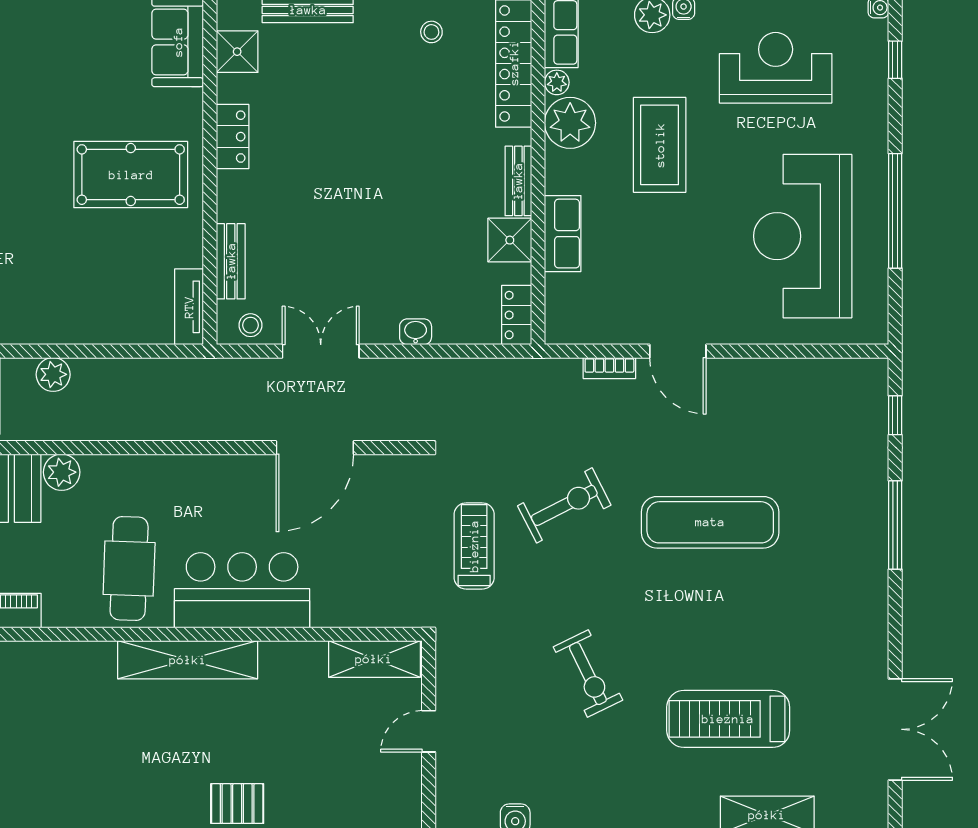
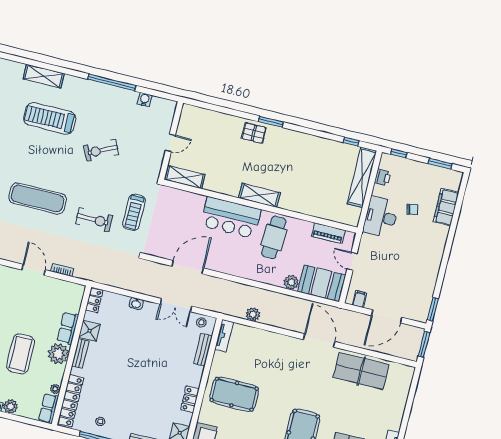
plant: (570, 123) -> (58, 354), moved
plant: (53, 374) -> (253, 314), moved
exercise bike: (564, 505) -> (94, 220), turned -153
shelving: (188, 660) -> (259, 195), width x0.68
exercise bike: (588, 674) -> (101, 150), turned -90
treadmill: (728, 719) -> (50, 118), turned 180

